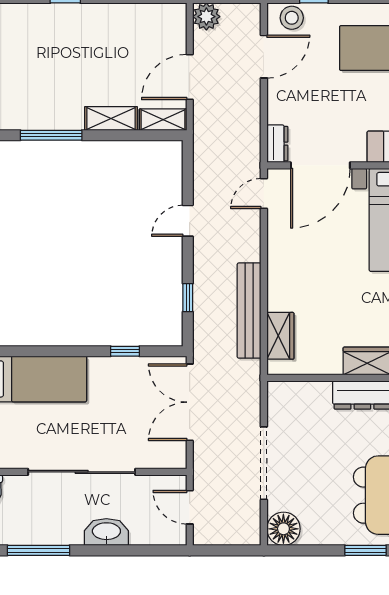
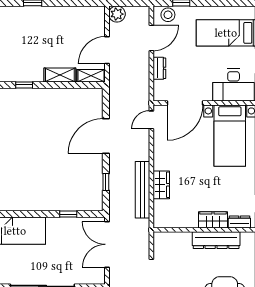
window: (51, 135) -> (24, 85), width x0.46
dresser: (277, 144) -> (159, 68), moved
door: (188, 221) -> (106, 136), width x1.88
wardrobe: (280, 336) -> (161, 185), moved

